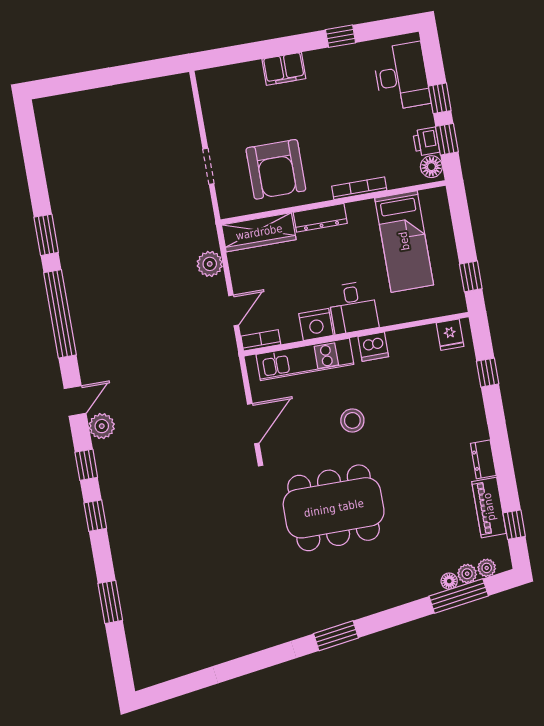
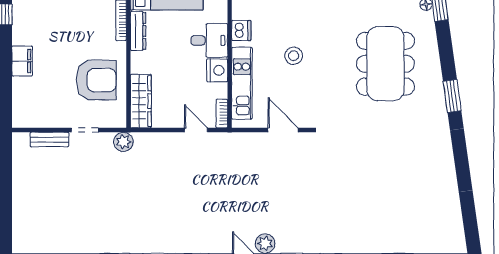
bench: (188, 122) -> (49, 139), added
dresser: (320, 218) -> (138, 31), moved
plant: (210, 264) -> (123, 142), moved
dining table: (334, 508) -> (385, 64), moved

